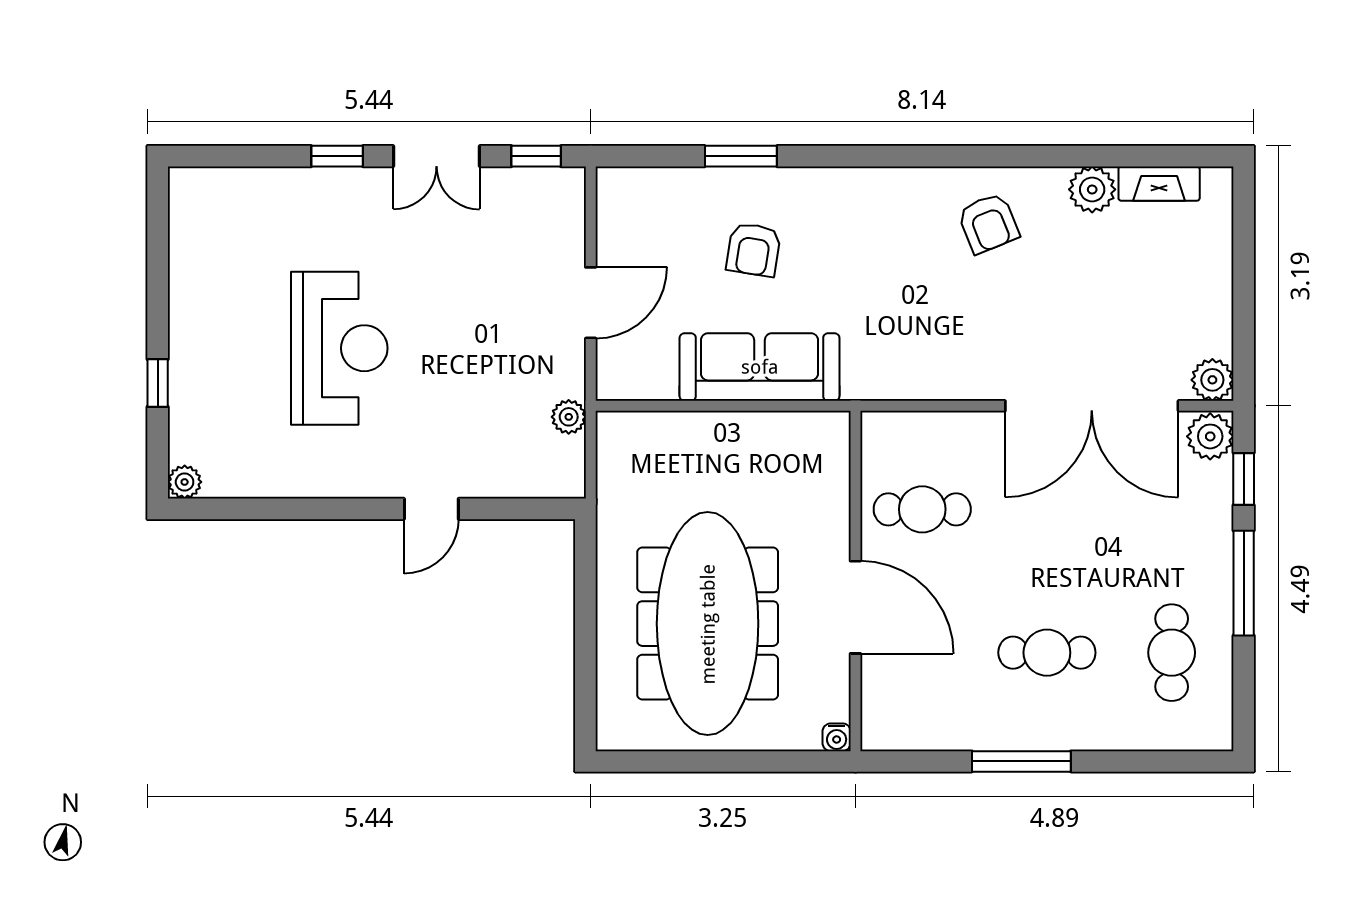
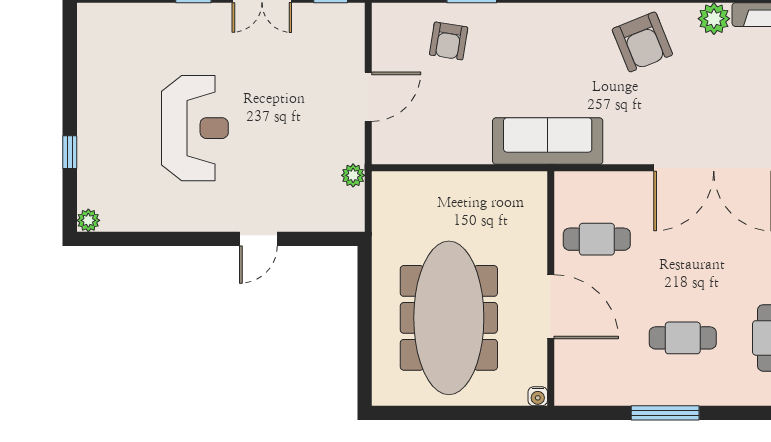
armchair: (988, 223) -> (642, 42), width x1.38, depth x1.38
armchair: (754, 250) -> (449, 41), moved
sofa: (760, 367) -> (548, 141), moved

